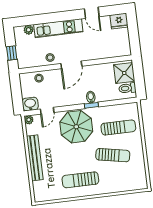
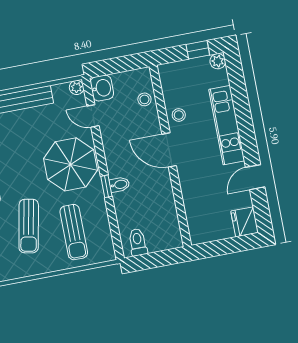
plant: (29, 30) -> (218, 61), moved
window: (12, 53) -> (198, 50), moved
shower: (124, 73) -> (162, 236), removed

